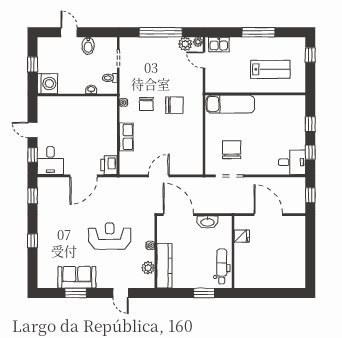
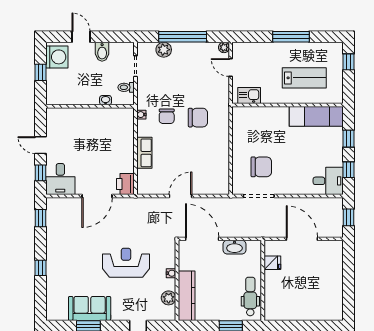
plant: (185, 44) -> (164, 50), moved
kitchen sink: (219, 44) -> (249, 95), moved, turned 180
washing machine: (47, 84) -> (57, 57), moved
exam couch: (230, 104) -> (316, 116), moved
chair: (232, 150) -> (261, 167), turned 90

